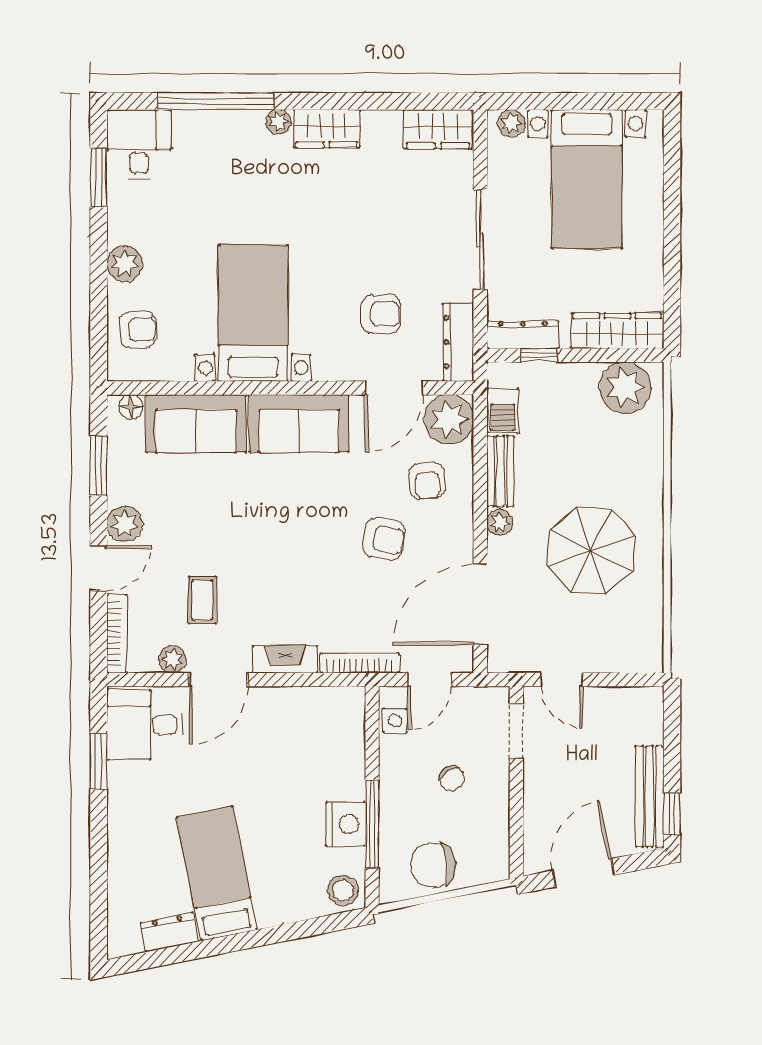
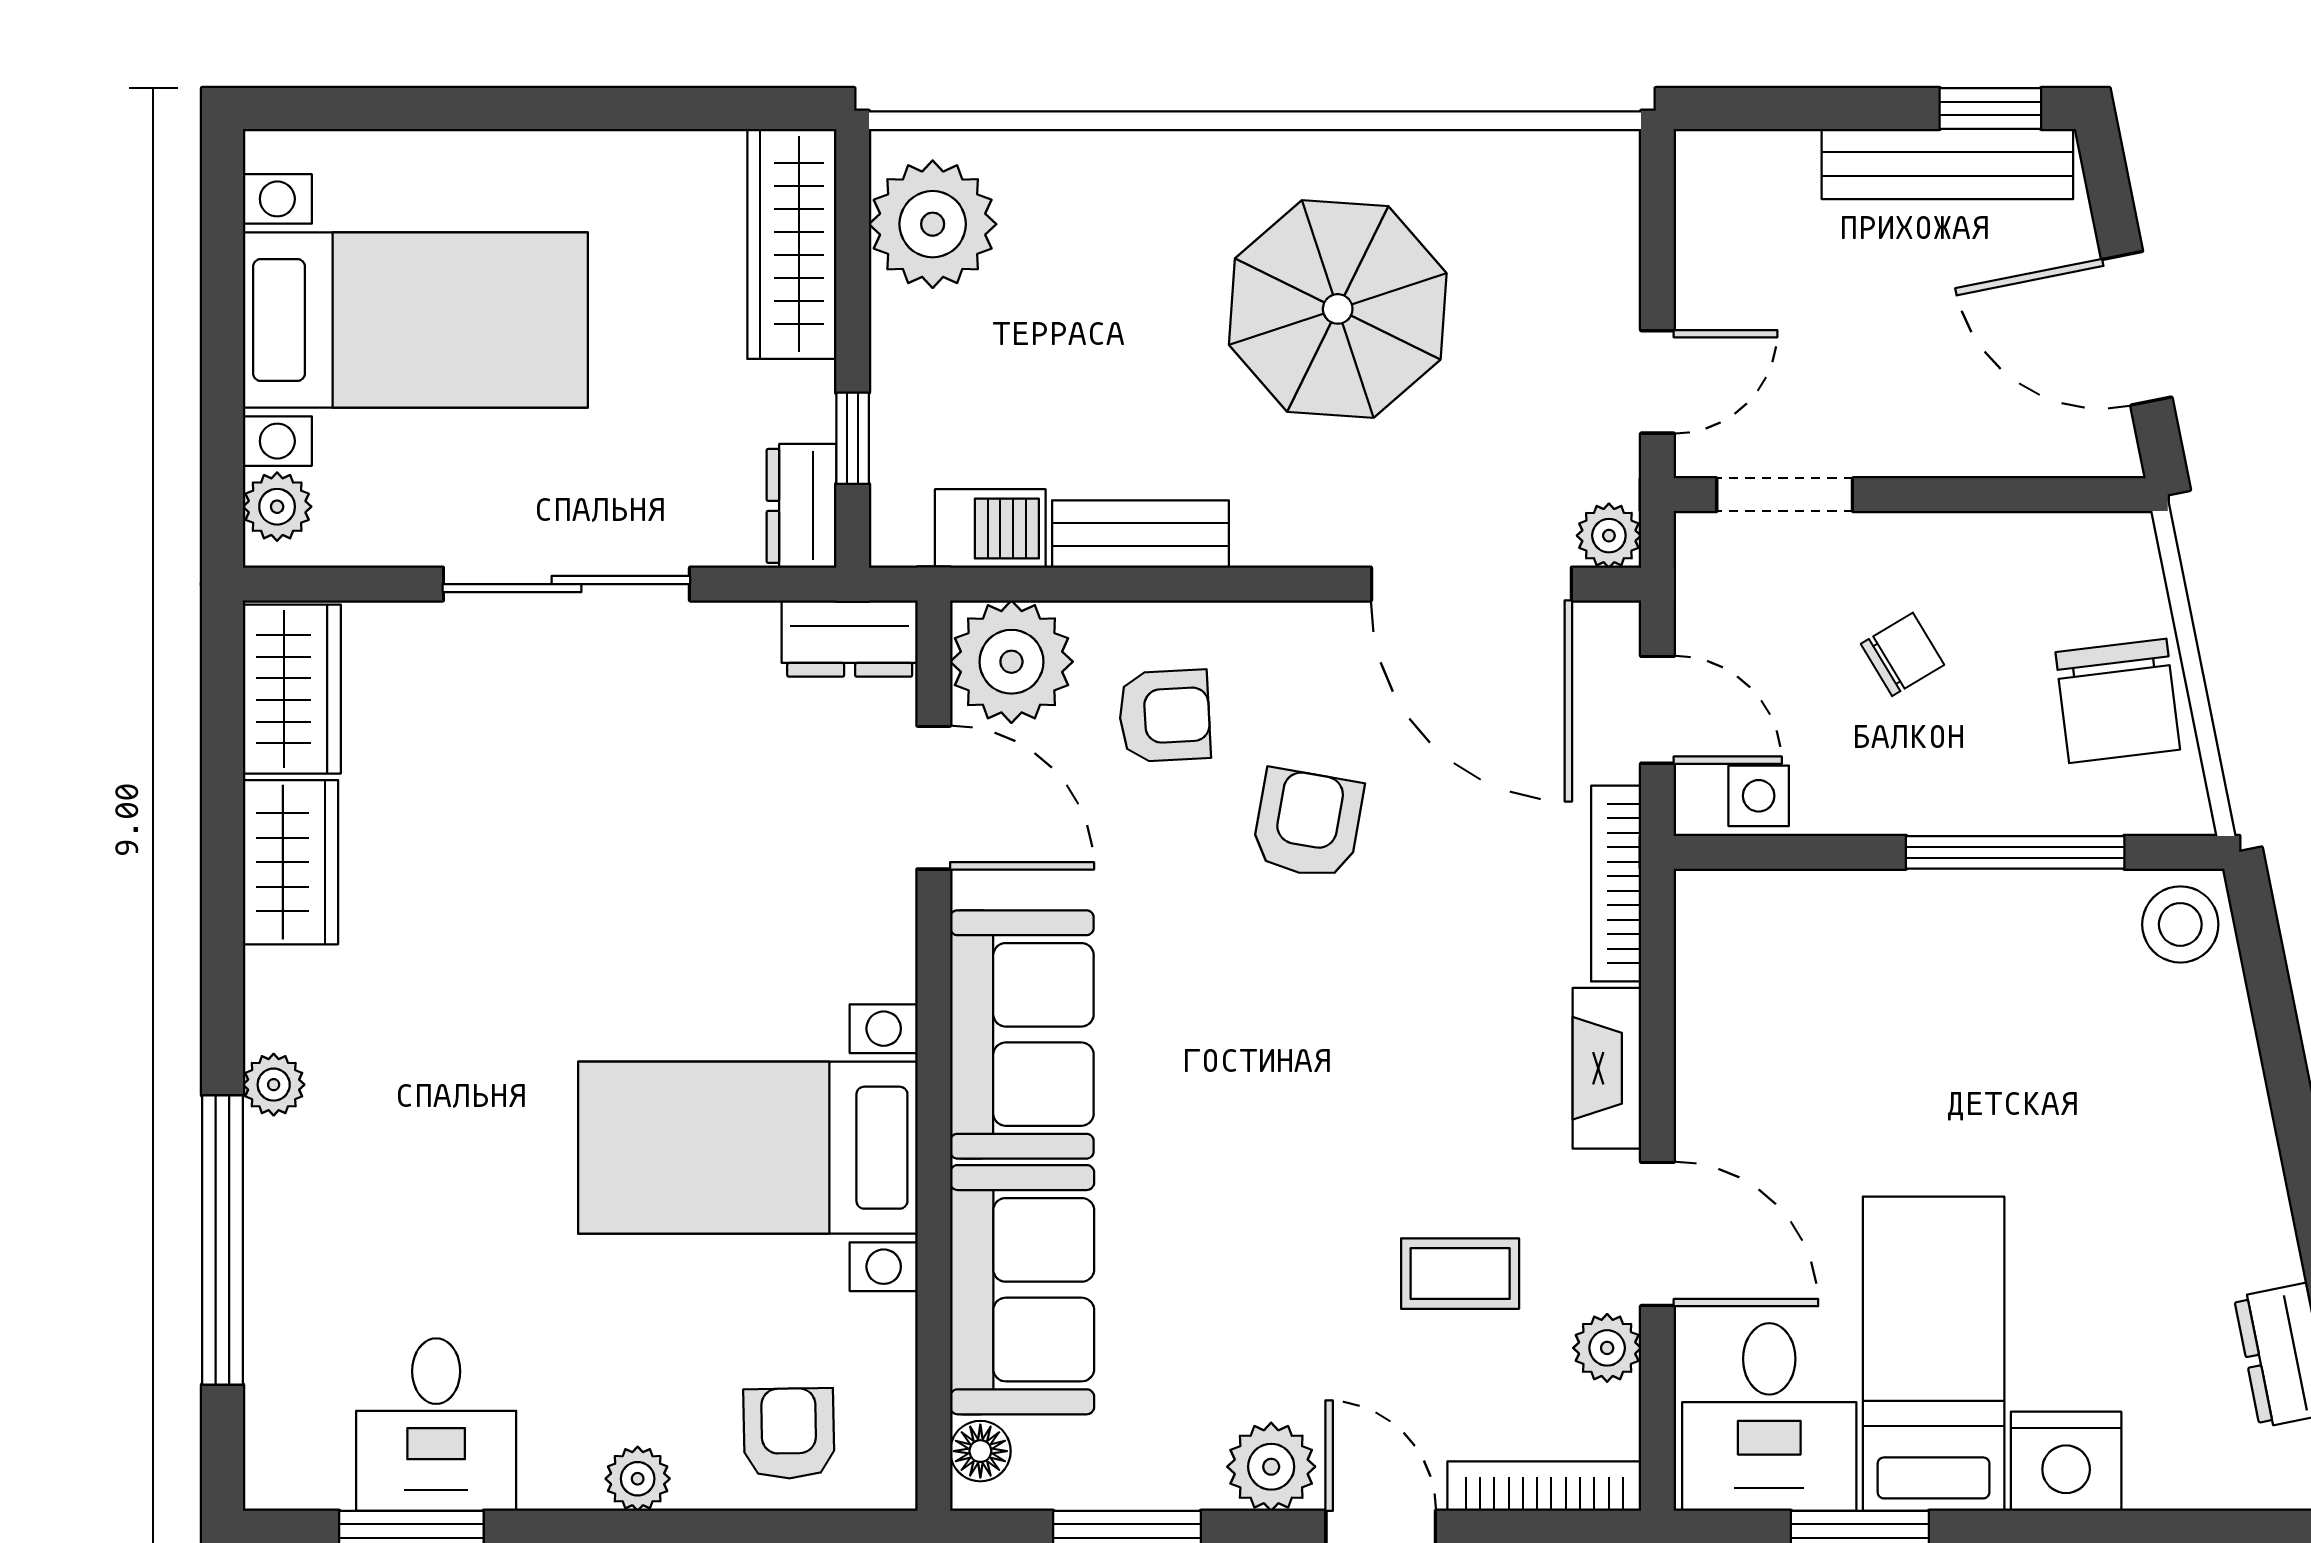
wardrobe: (327, 129) -> (290, 862), moved
desk: (139, 144) -> (436, 1425), moved, turned -90
plant: (125, 264) -> (638, 1479), width x0.73, depth x0.73
armchair: (381, 314) -> (750, 831), removed
dresser: (523, 335) -> (801, 506), width x0.70
dresser: (458, 342) -> (850, 639), width x0.70
plant: (500, 522) -> (1609, 536), moved
nightstand: (346, 824) -> (2066, 1461), moved, turned 180
bed: (217, 873) -> (1934, 1354), moved, turned 101

